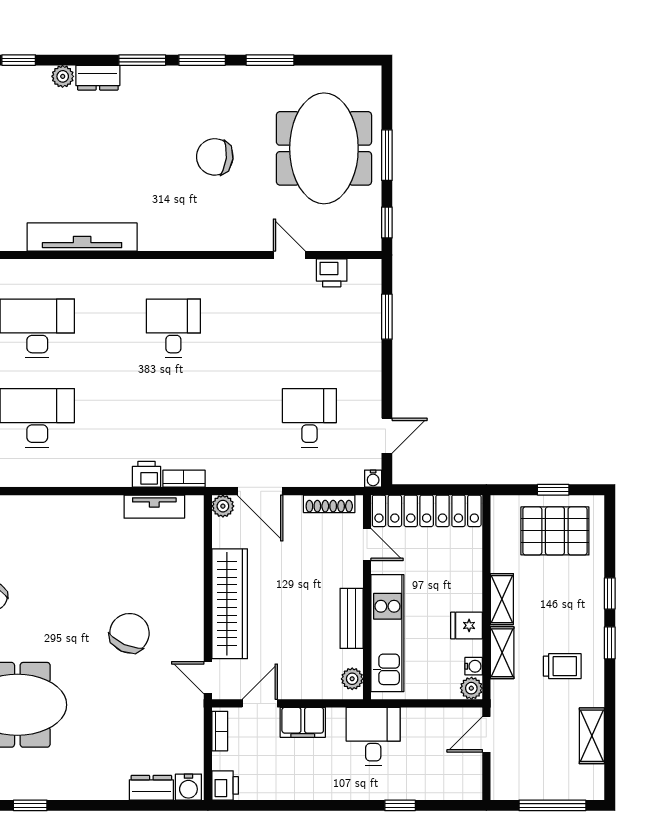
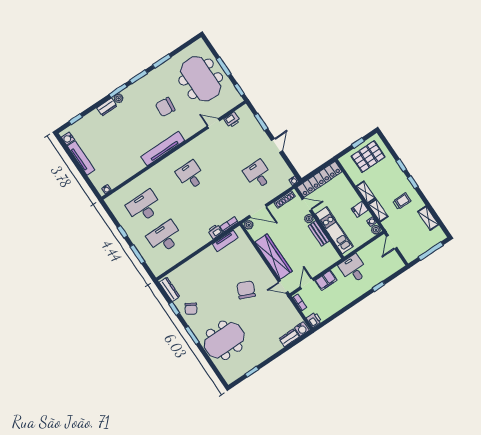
plant: (63, 76) -> (119, 98), moved
tv unit: (82, 237) -> (163, 149), moved
door: (387, 436) -> (277, 146), moved
plant: (352, 679) -> (309, 219), moved

